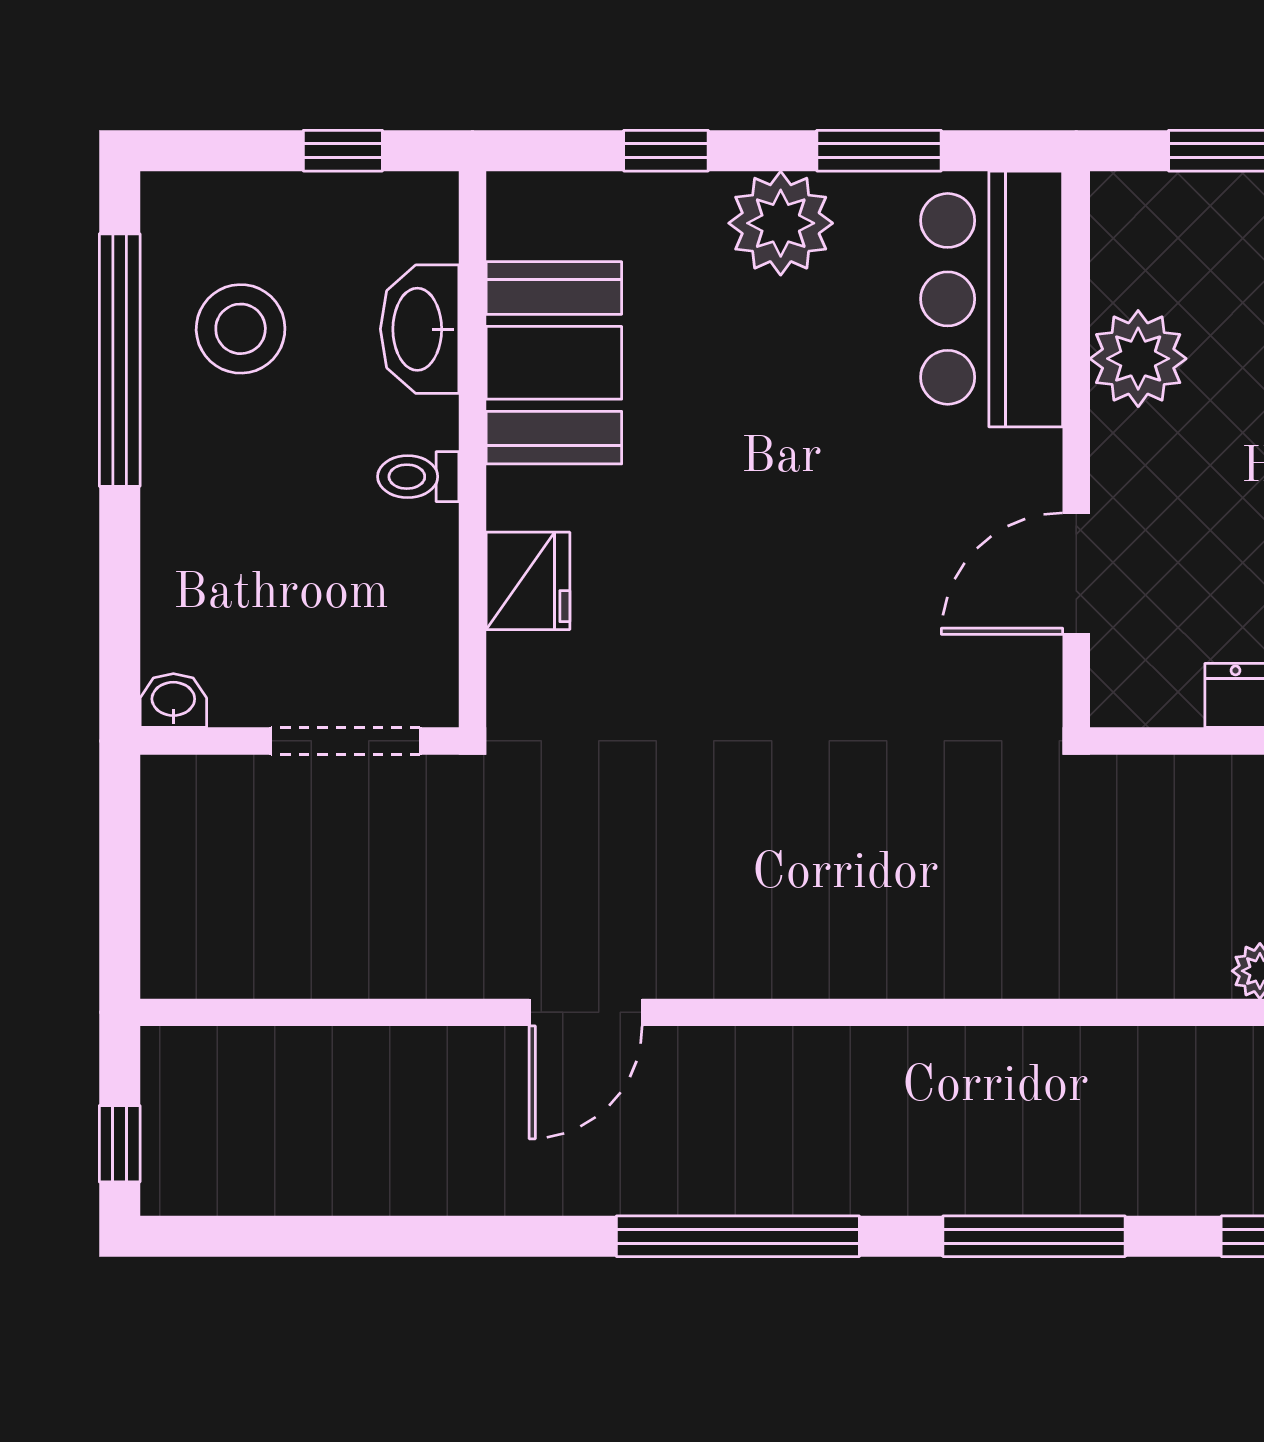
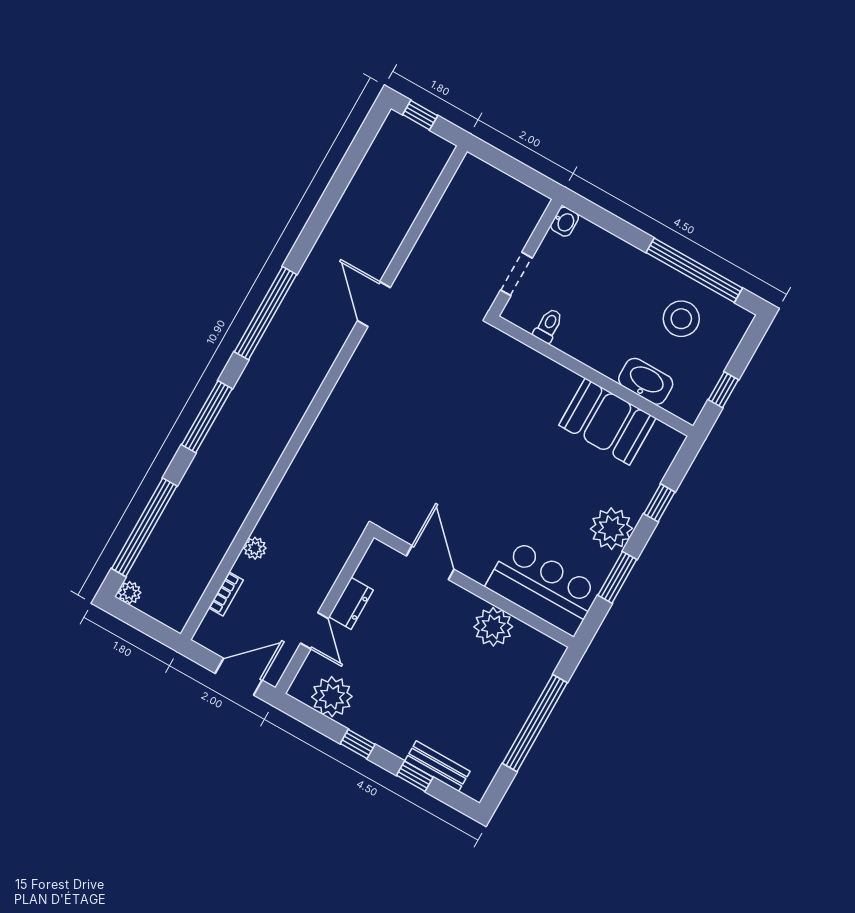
toilet: (418, 477) -> (548, 326), moved
fridge: (528, 581) -> (536, 369), removed
doorway: (346, 741) -> (516, 274), width x0.73

